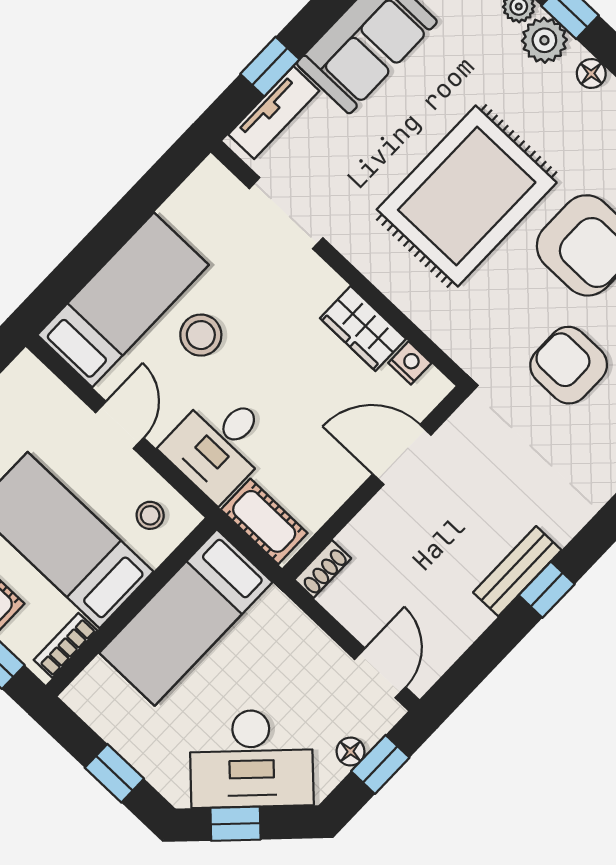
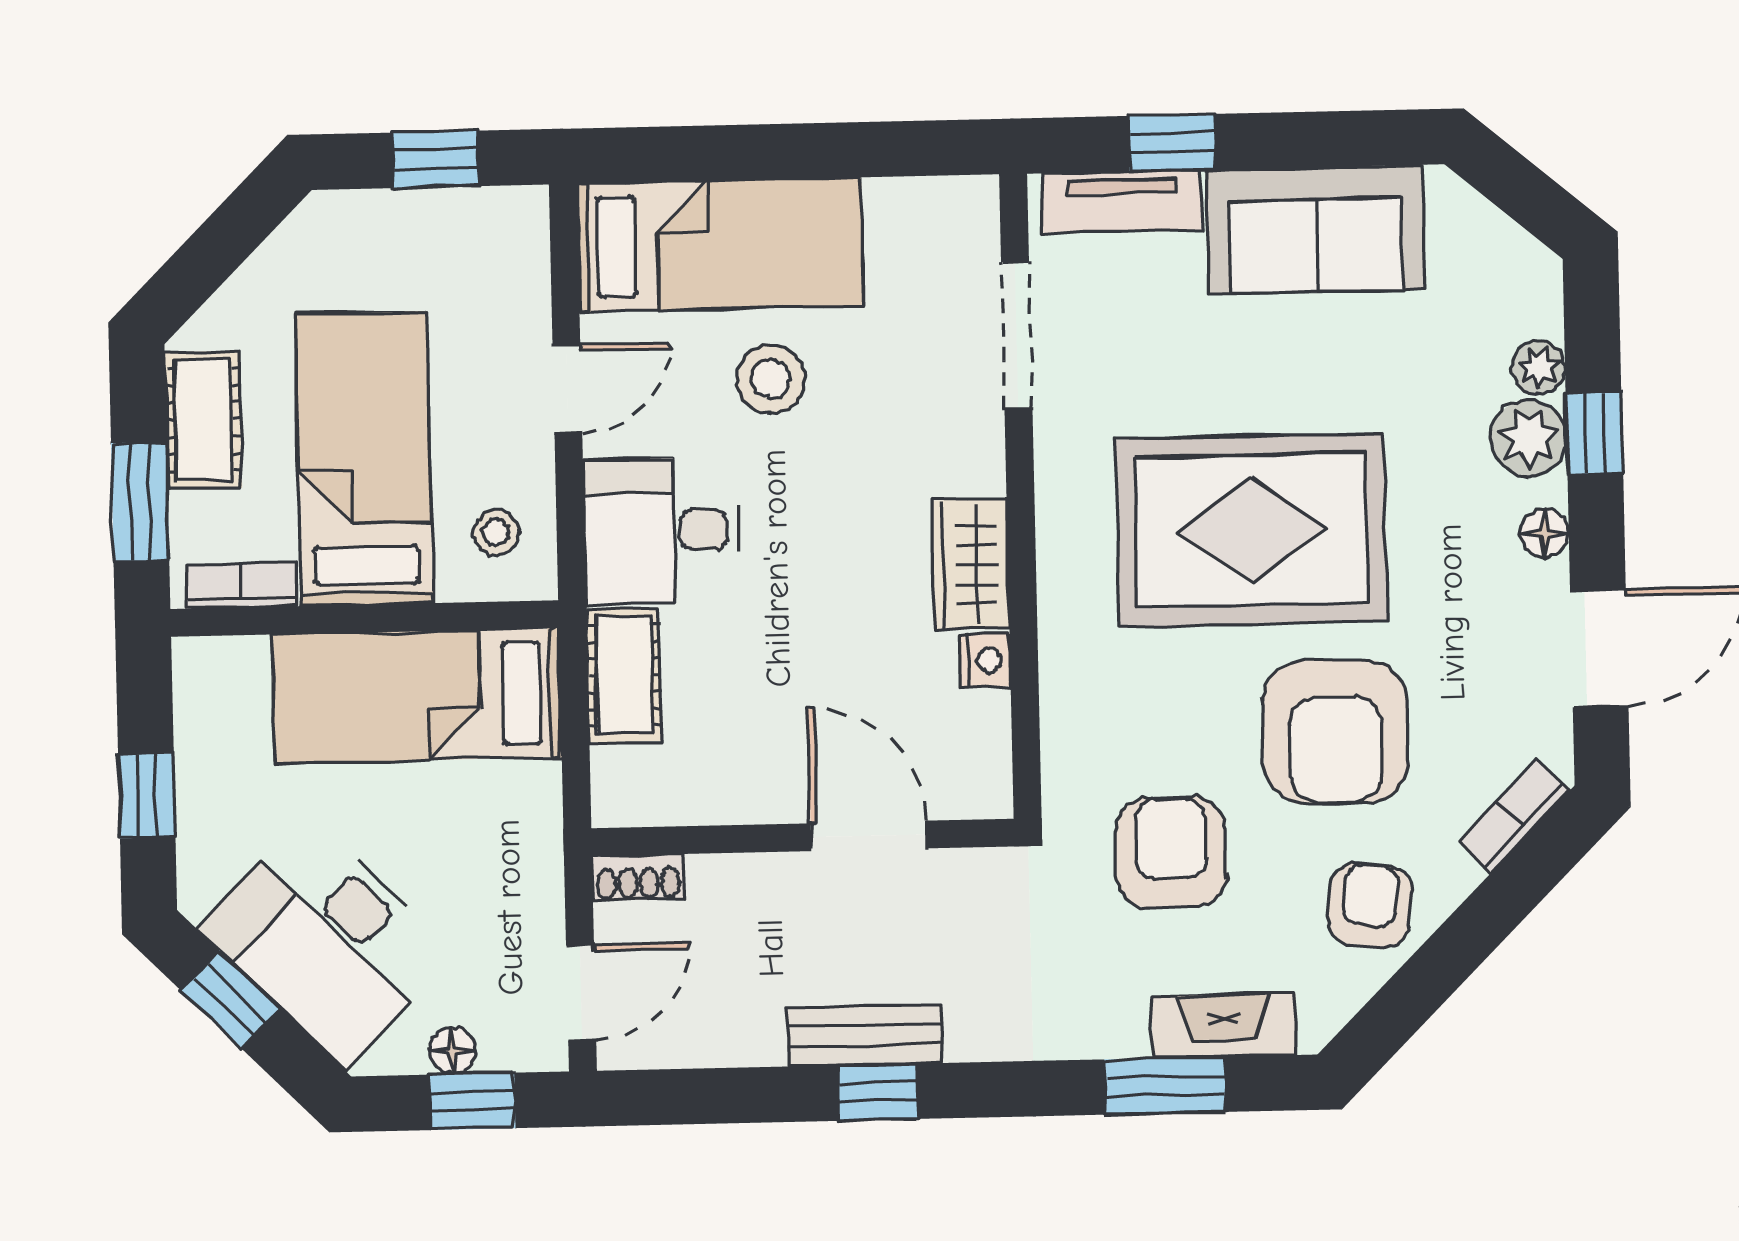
door: (402, 454) -> (869, 836), moved
wall: (375, 483) -> (803, 837), moved
shoe rack: (323, 569) -> (639, 877), moved

